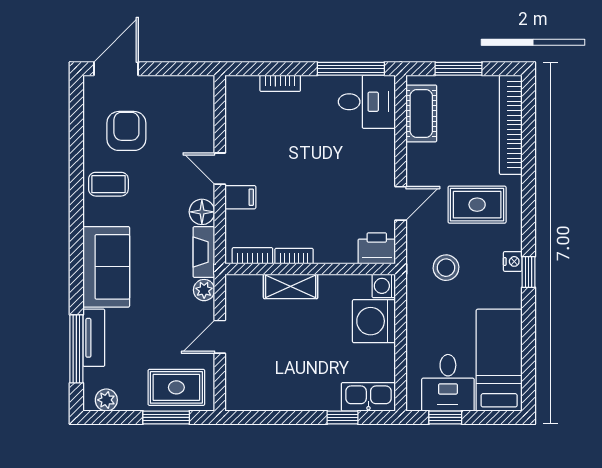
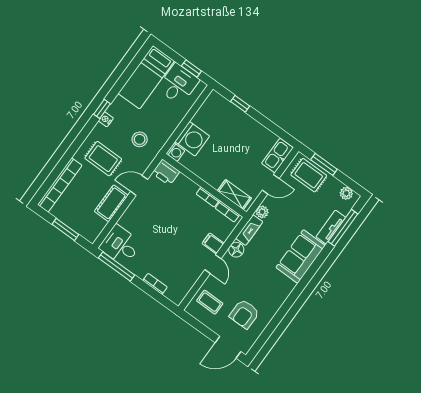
cot: (421, 113) -> (111, 203), moved
coffee table: (108, 184) -> (210, 302), moved
shelving: (291, 286) -> (234, 194), moved
kitchen sink: (368, 397) -> (277, 156), moved, turned 90

